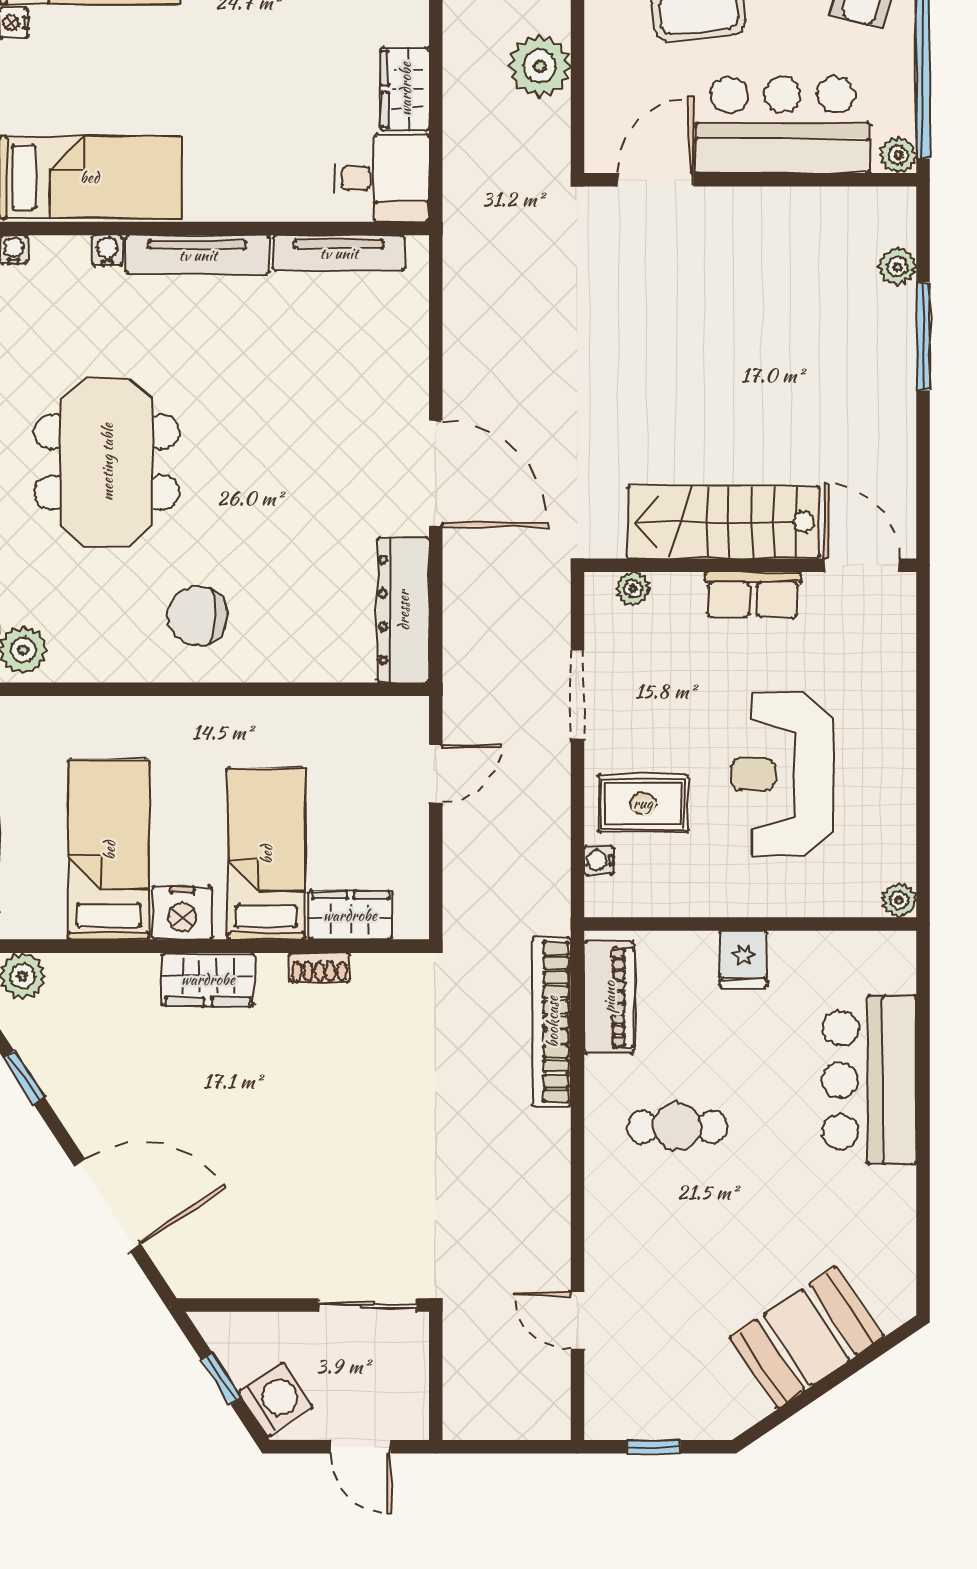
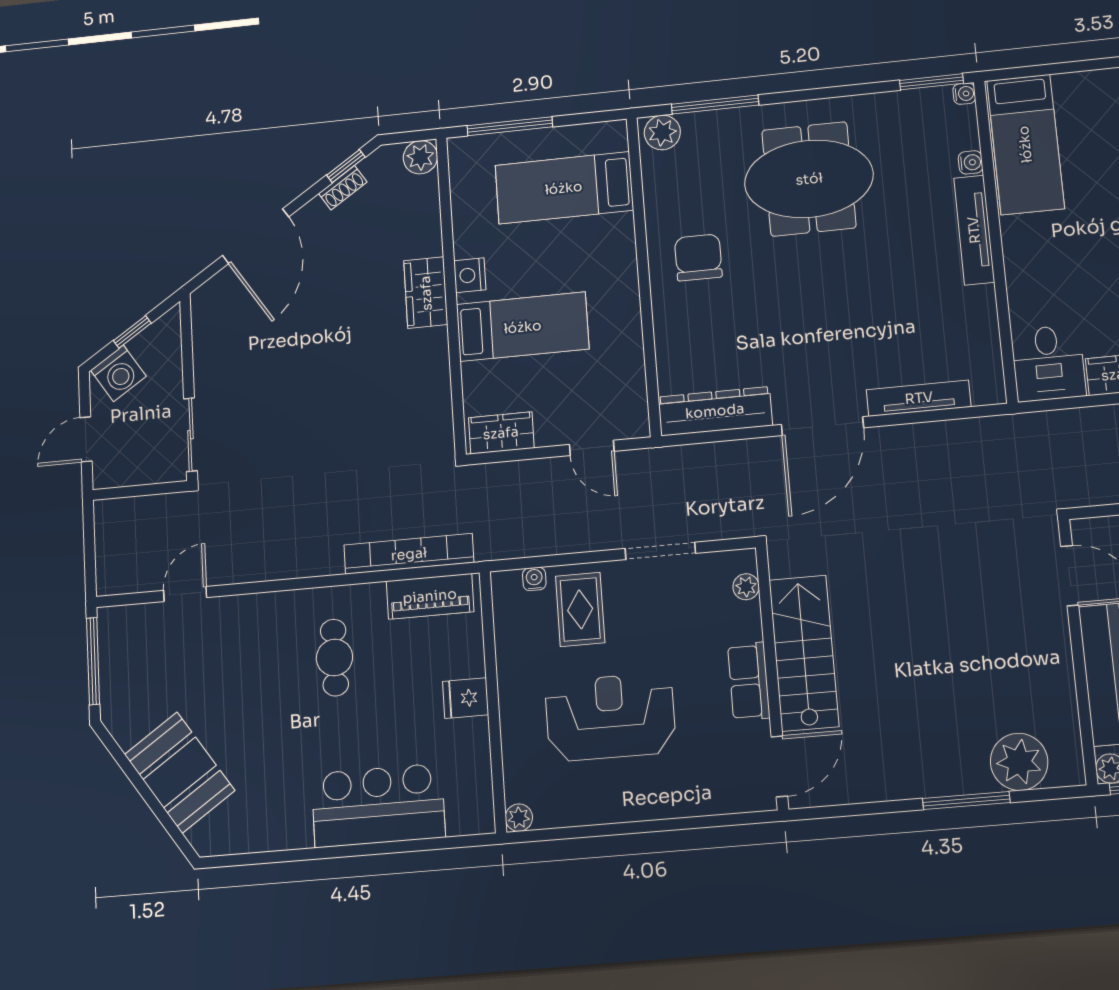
tv unit: (339, 253) -> (919, 398), moved, turned 90
plant: (897, 266) -> (1019, 762), width x1.88, depth x1.88
bed: (109, 850) -> (564, 188), moved, turned 180
nightstand: (182, 913) -> (470, 275), width x0.74, depth x0.75
wardrobe: (350, 915) -> (501, 433), moved, turned -90
shoe rack: (319, 968) -> (343, 188), moved, turned -123
window: (654, 1447) -> (93, 661), width x2.17

